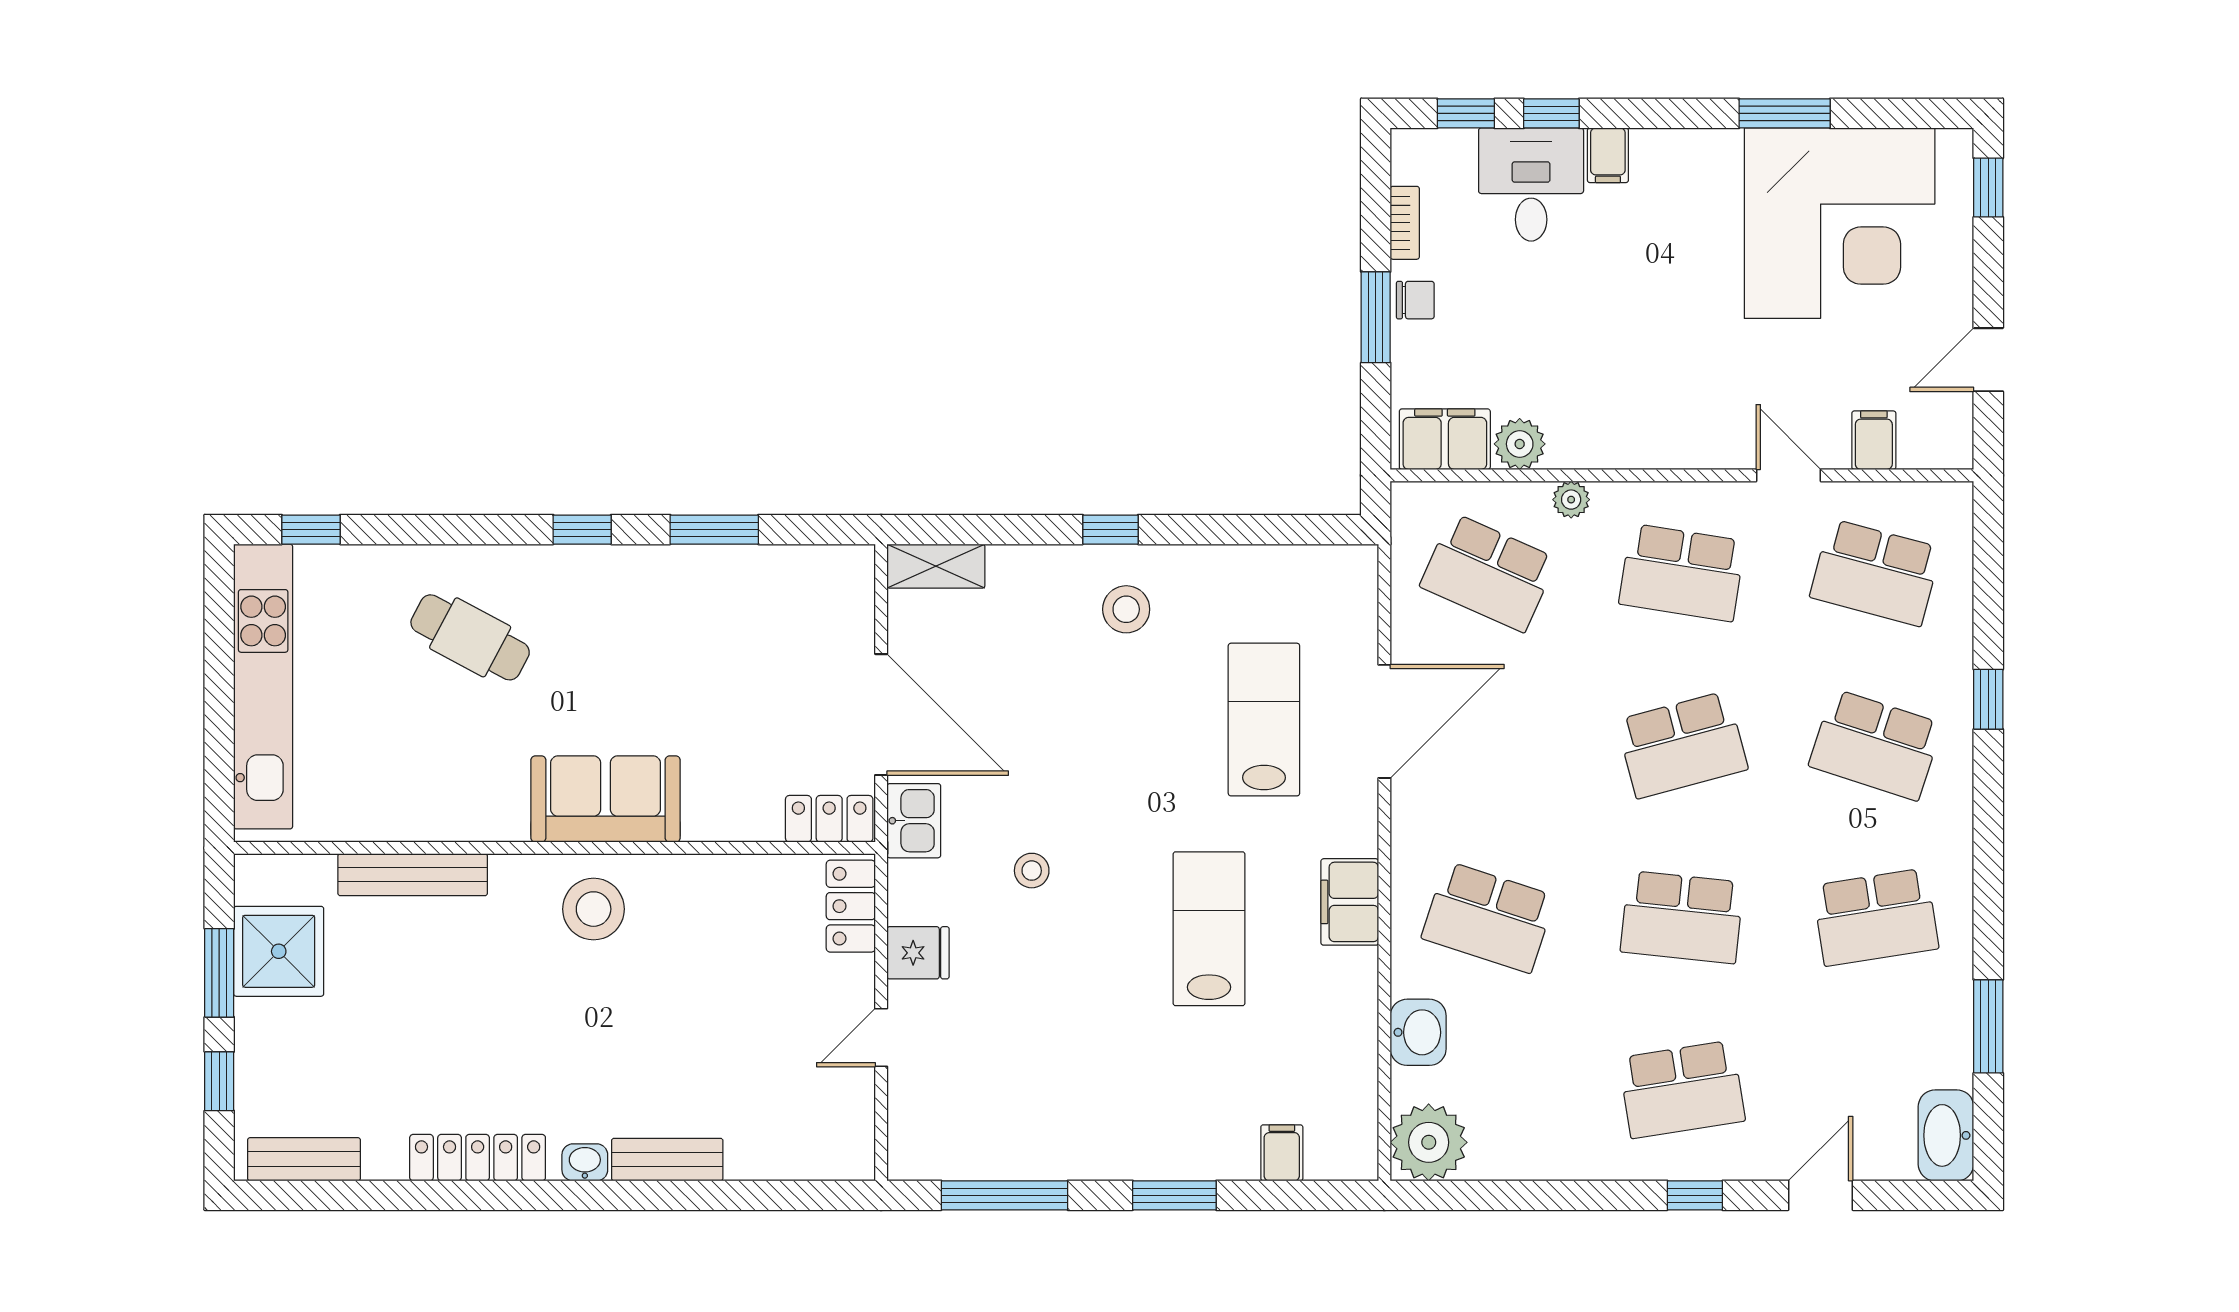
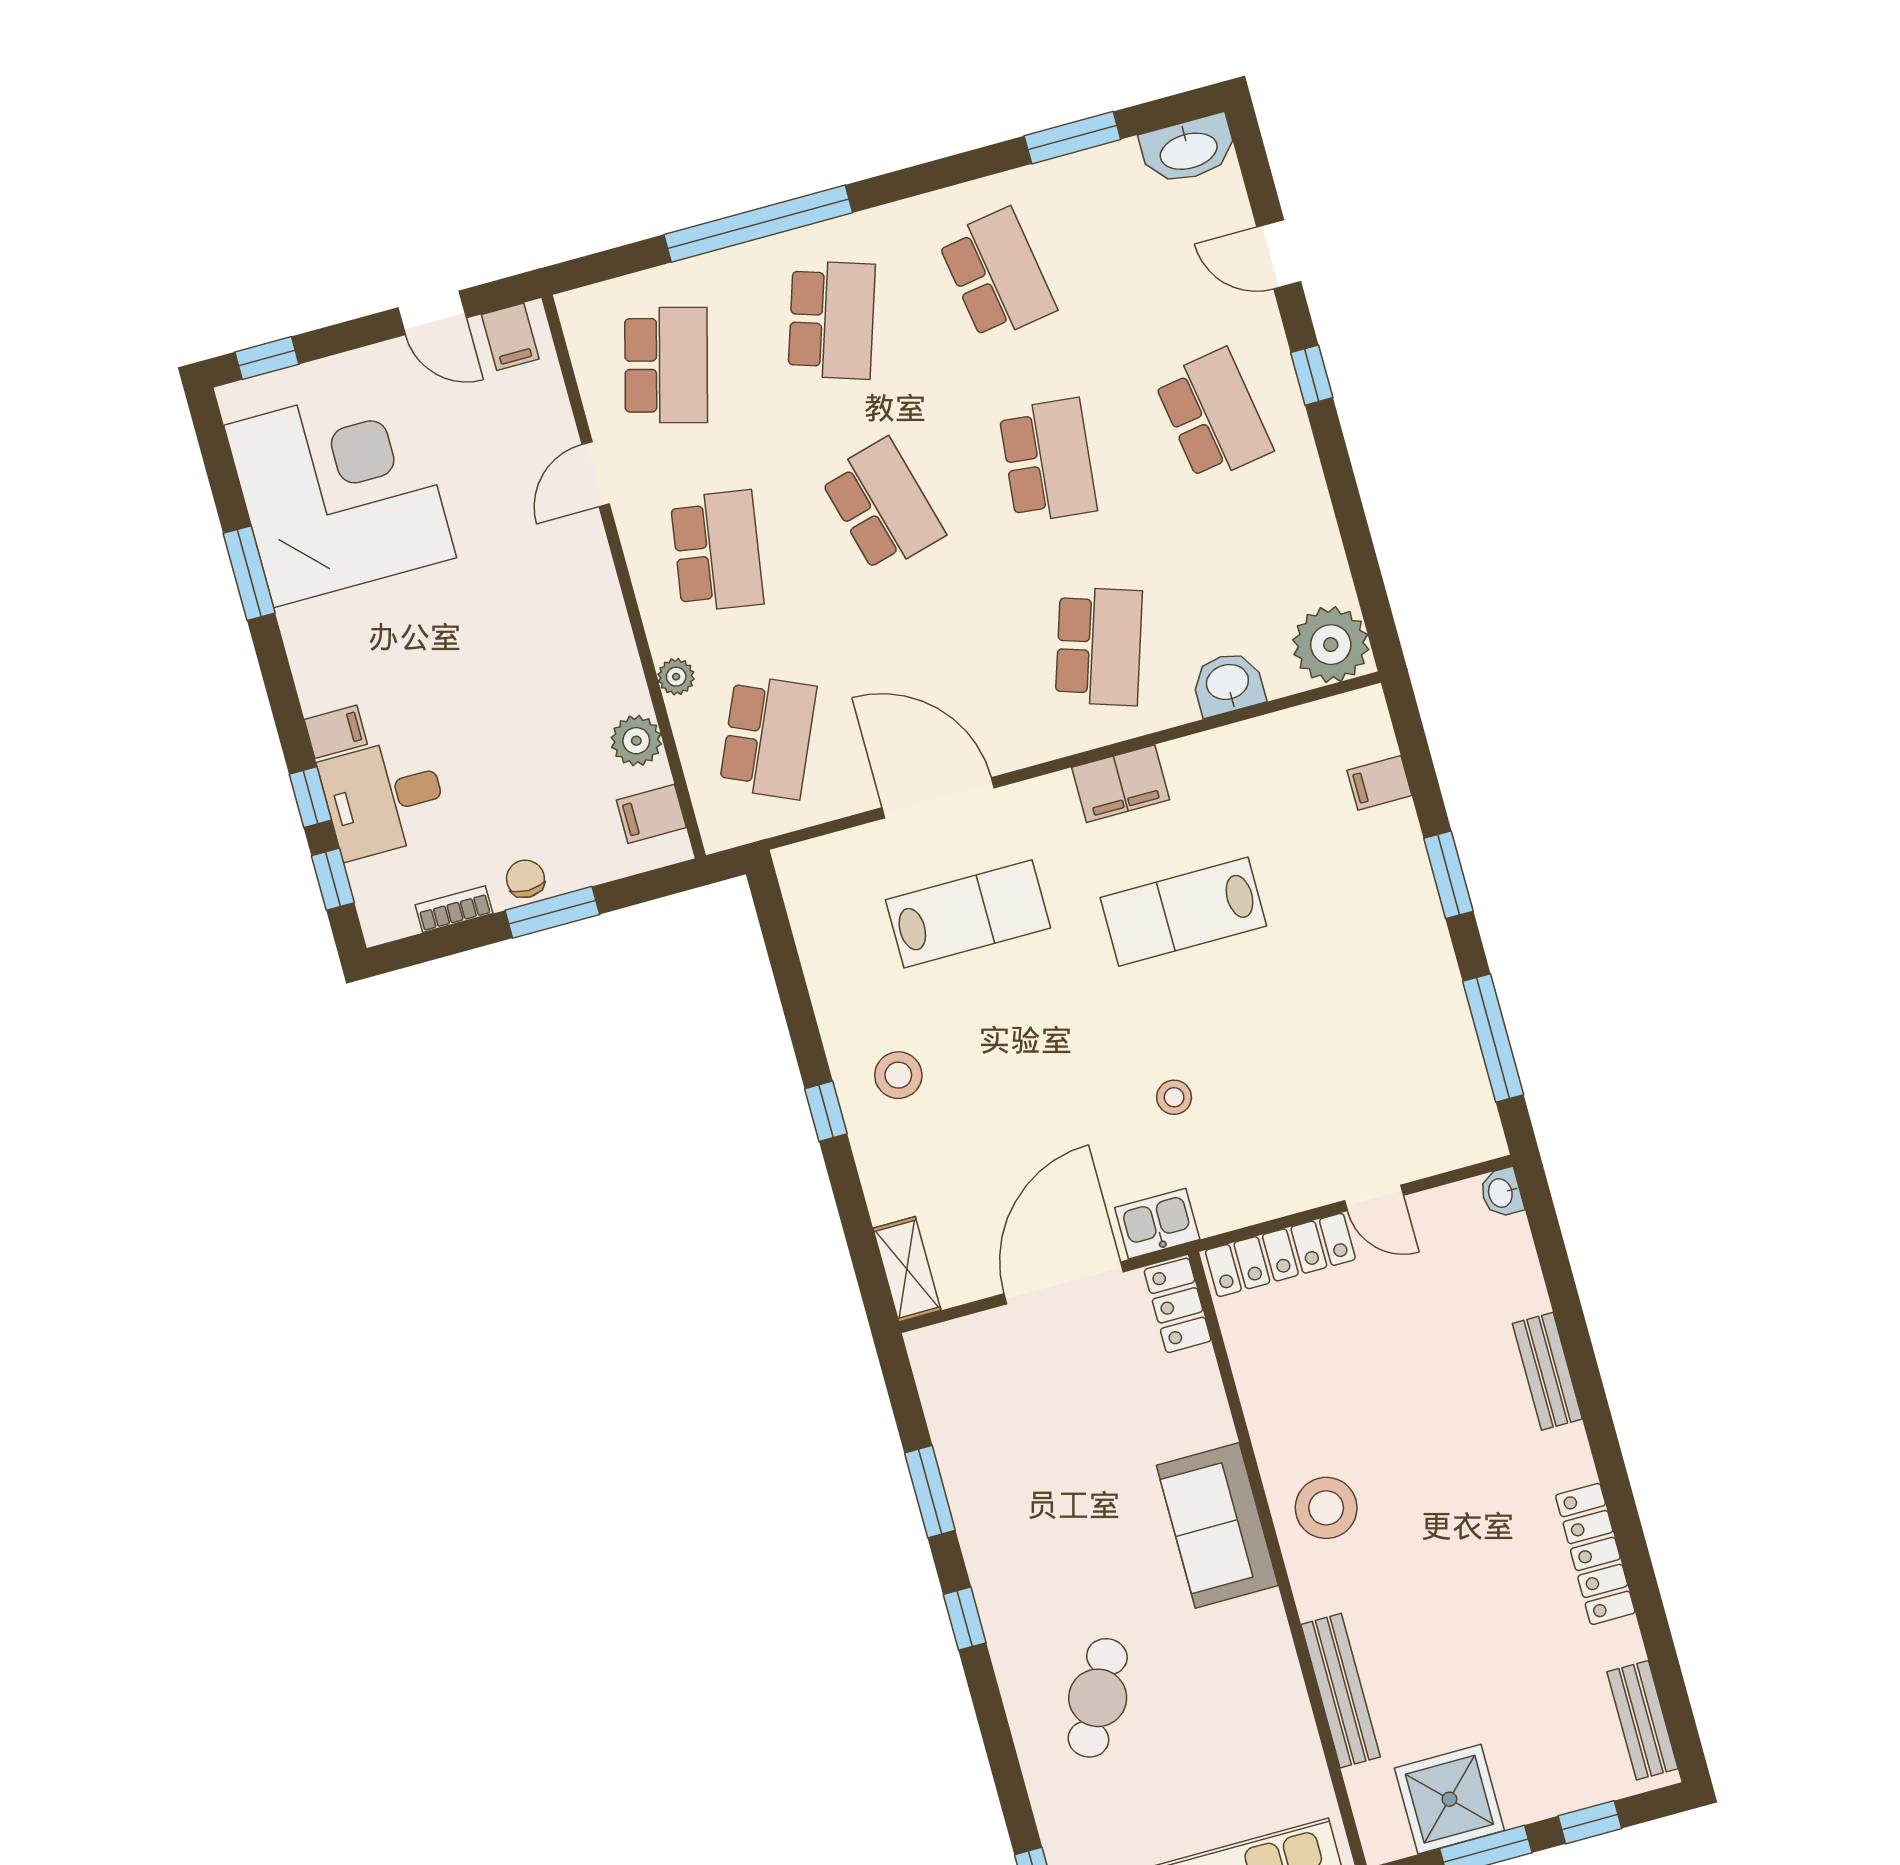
filing cabinet: (1445, 439) -> (651, 814), width x0.50
filing cabinet: (1874, 440) -> (510, 337), moved, turned -90
window: (1988, 699) -> (758, 224), width x3.17
lab bench: (1264, 720) -> (968, 914), turned 180
locker: (851, 906) -> (1280, 1255), width x1.53
fridge: (918, 953) -> (1283, 1185), removed
washbasin: (585, 1162) -> (1501, 1193), moved

